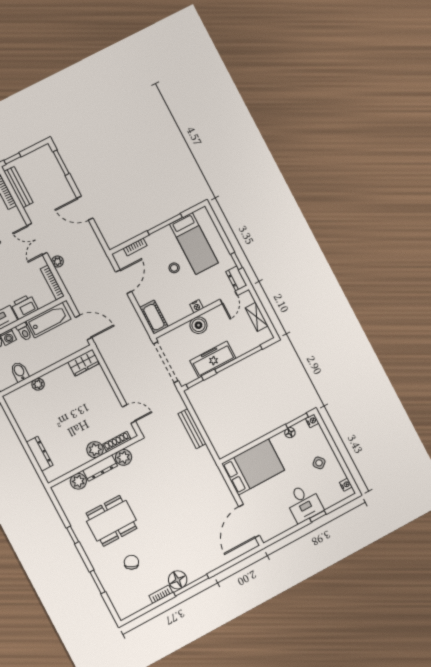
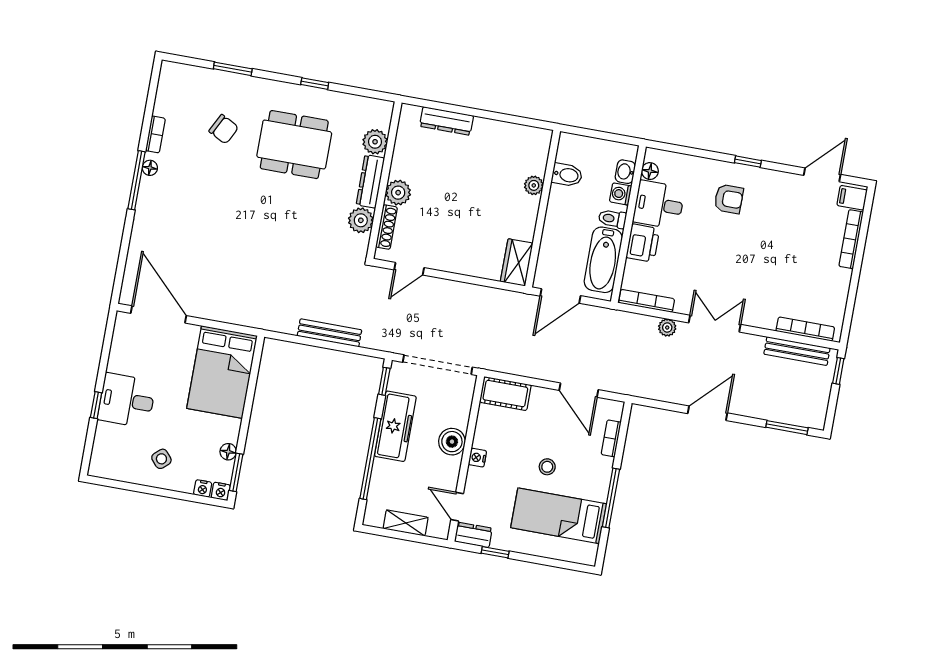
nightstand: (346, 485) -> (203, 488), moved
dining table: (112, 521) -> (294, 145), turned 90
floor lamp: (178, 580) -> (150, 168), width x0.53, depth x0.53

